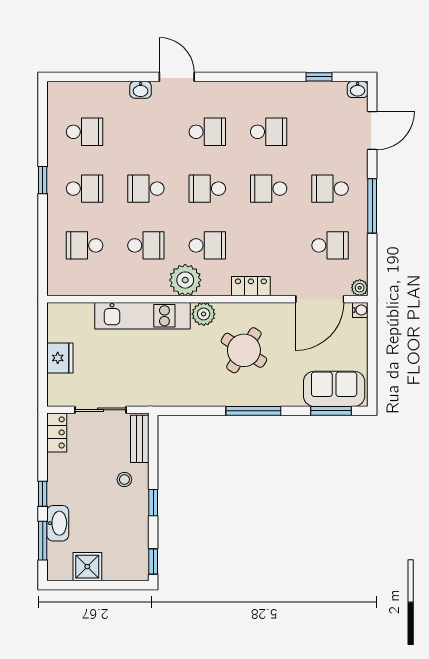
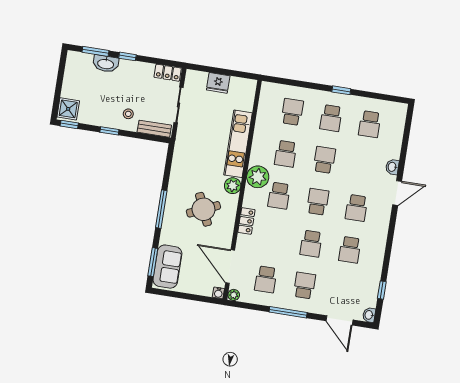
school desk: (269, 189) -> (311, 244), turned 180
round table: (244, 350) -> (203, 209), turned 33
shower: (87, 567) -> (68, 109), moved

